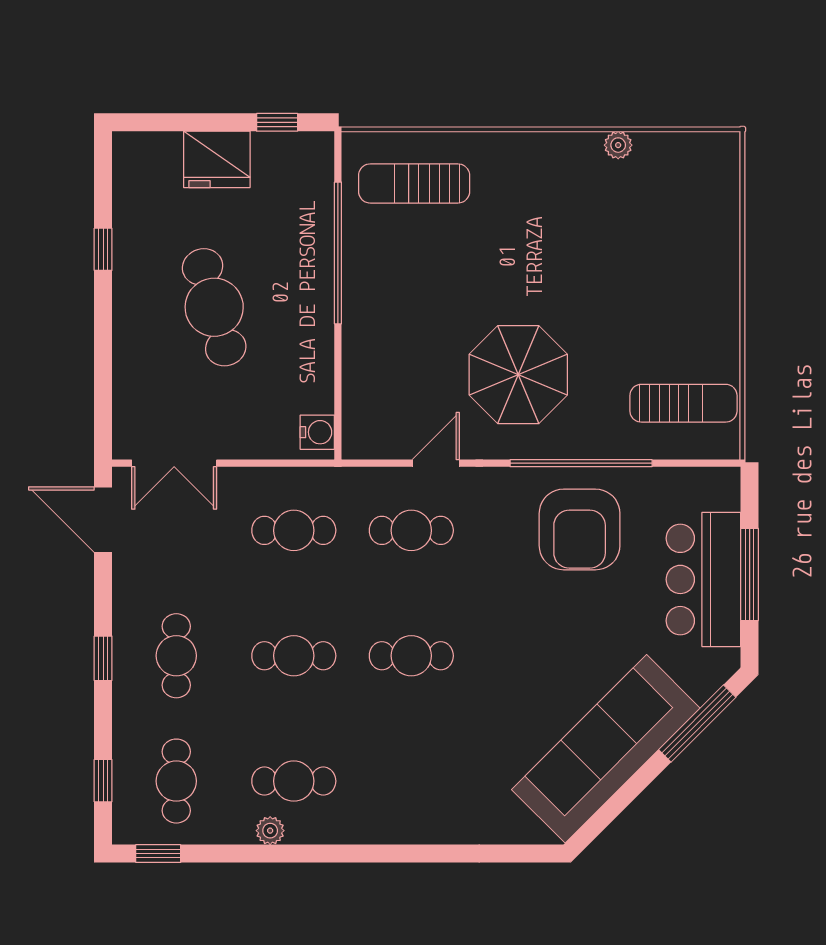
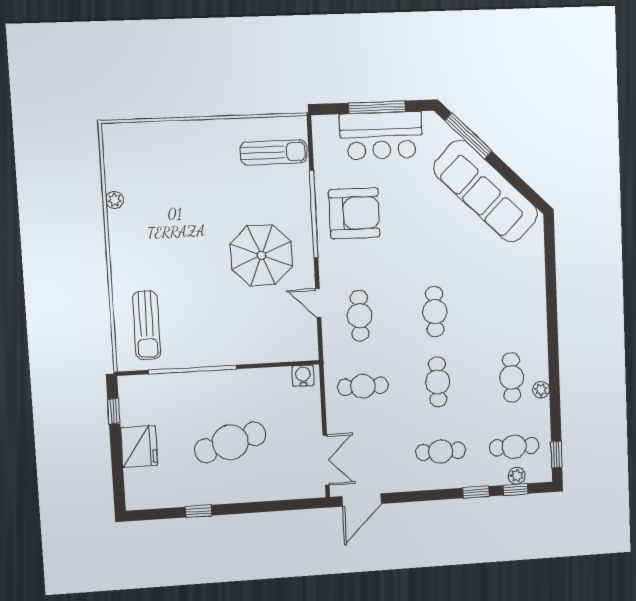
sun lounger: (683, 403) -> (274, 152), turned 90
cafe table: (294, 530) -> (363, 386), turned 90
window: (103, 658) -> (476, 492), moved
plant: (126, 784) -> (517, 476), added

